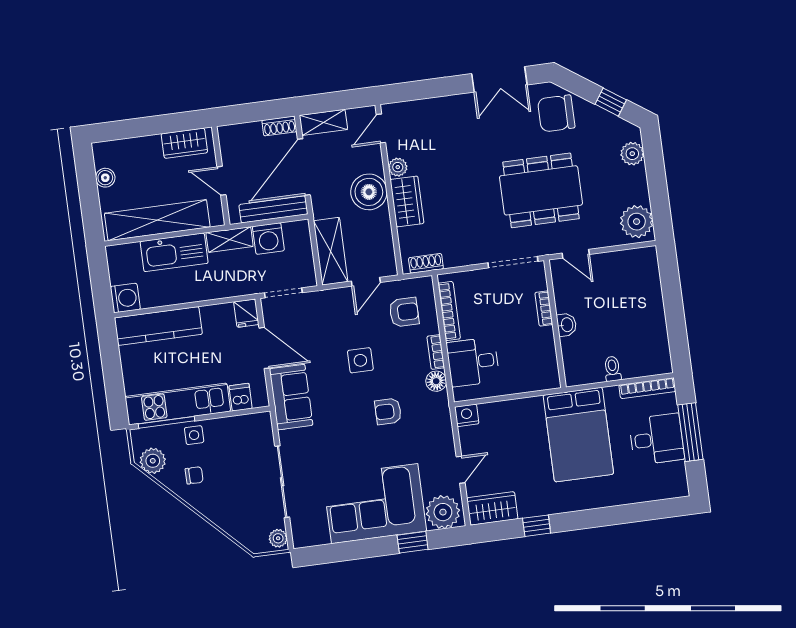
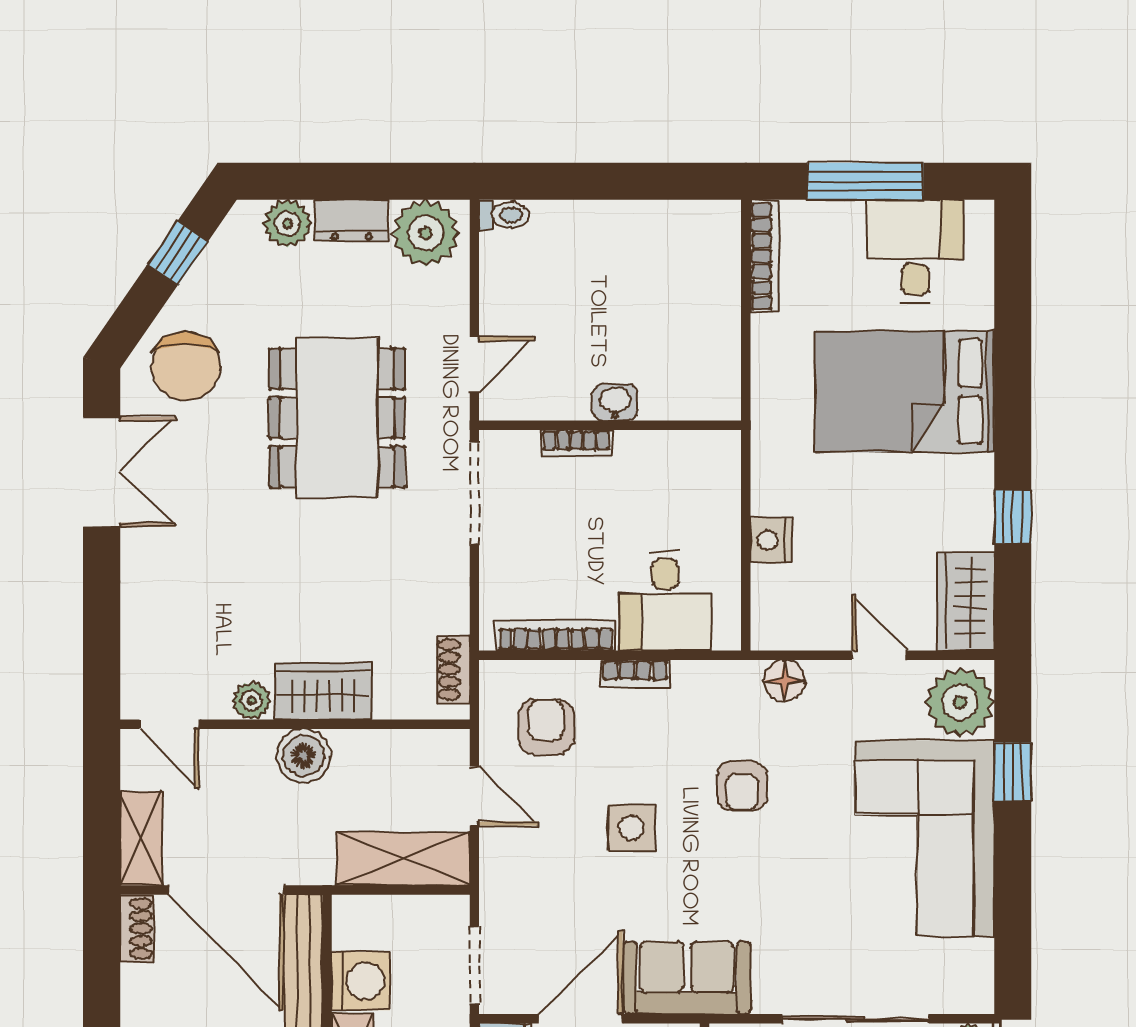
dresser: (638, 185) -> (352, 220), added
boiler: (369, 192) -> (304, 756), width x0.73, depth x0.73
toilet: (612, 369) -> (504, 215), moved, turned 180
floor lamp: (436, 381) -> (784, 681), moved
nightstand: (467, 415) -> (771, 540), moved
bed: (578, 435) -> (905, 392), moved, turned 180
desk: (657, 439) -> (915, 251), moved

